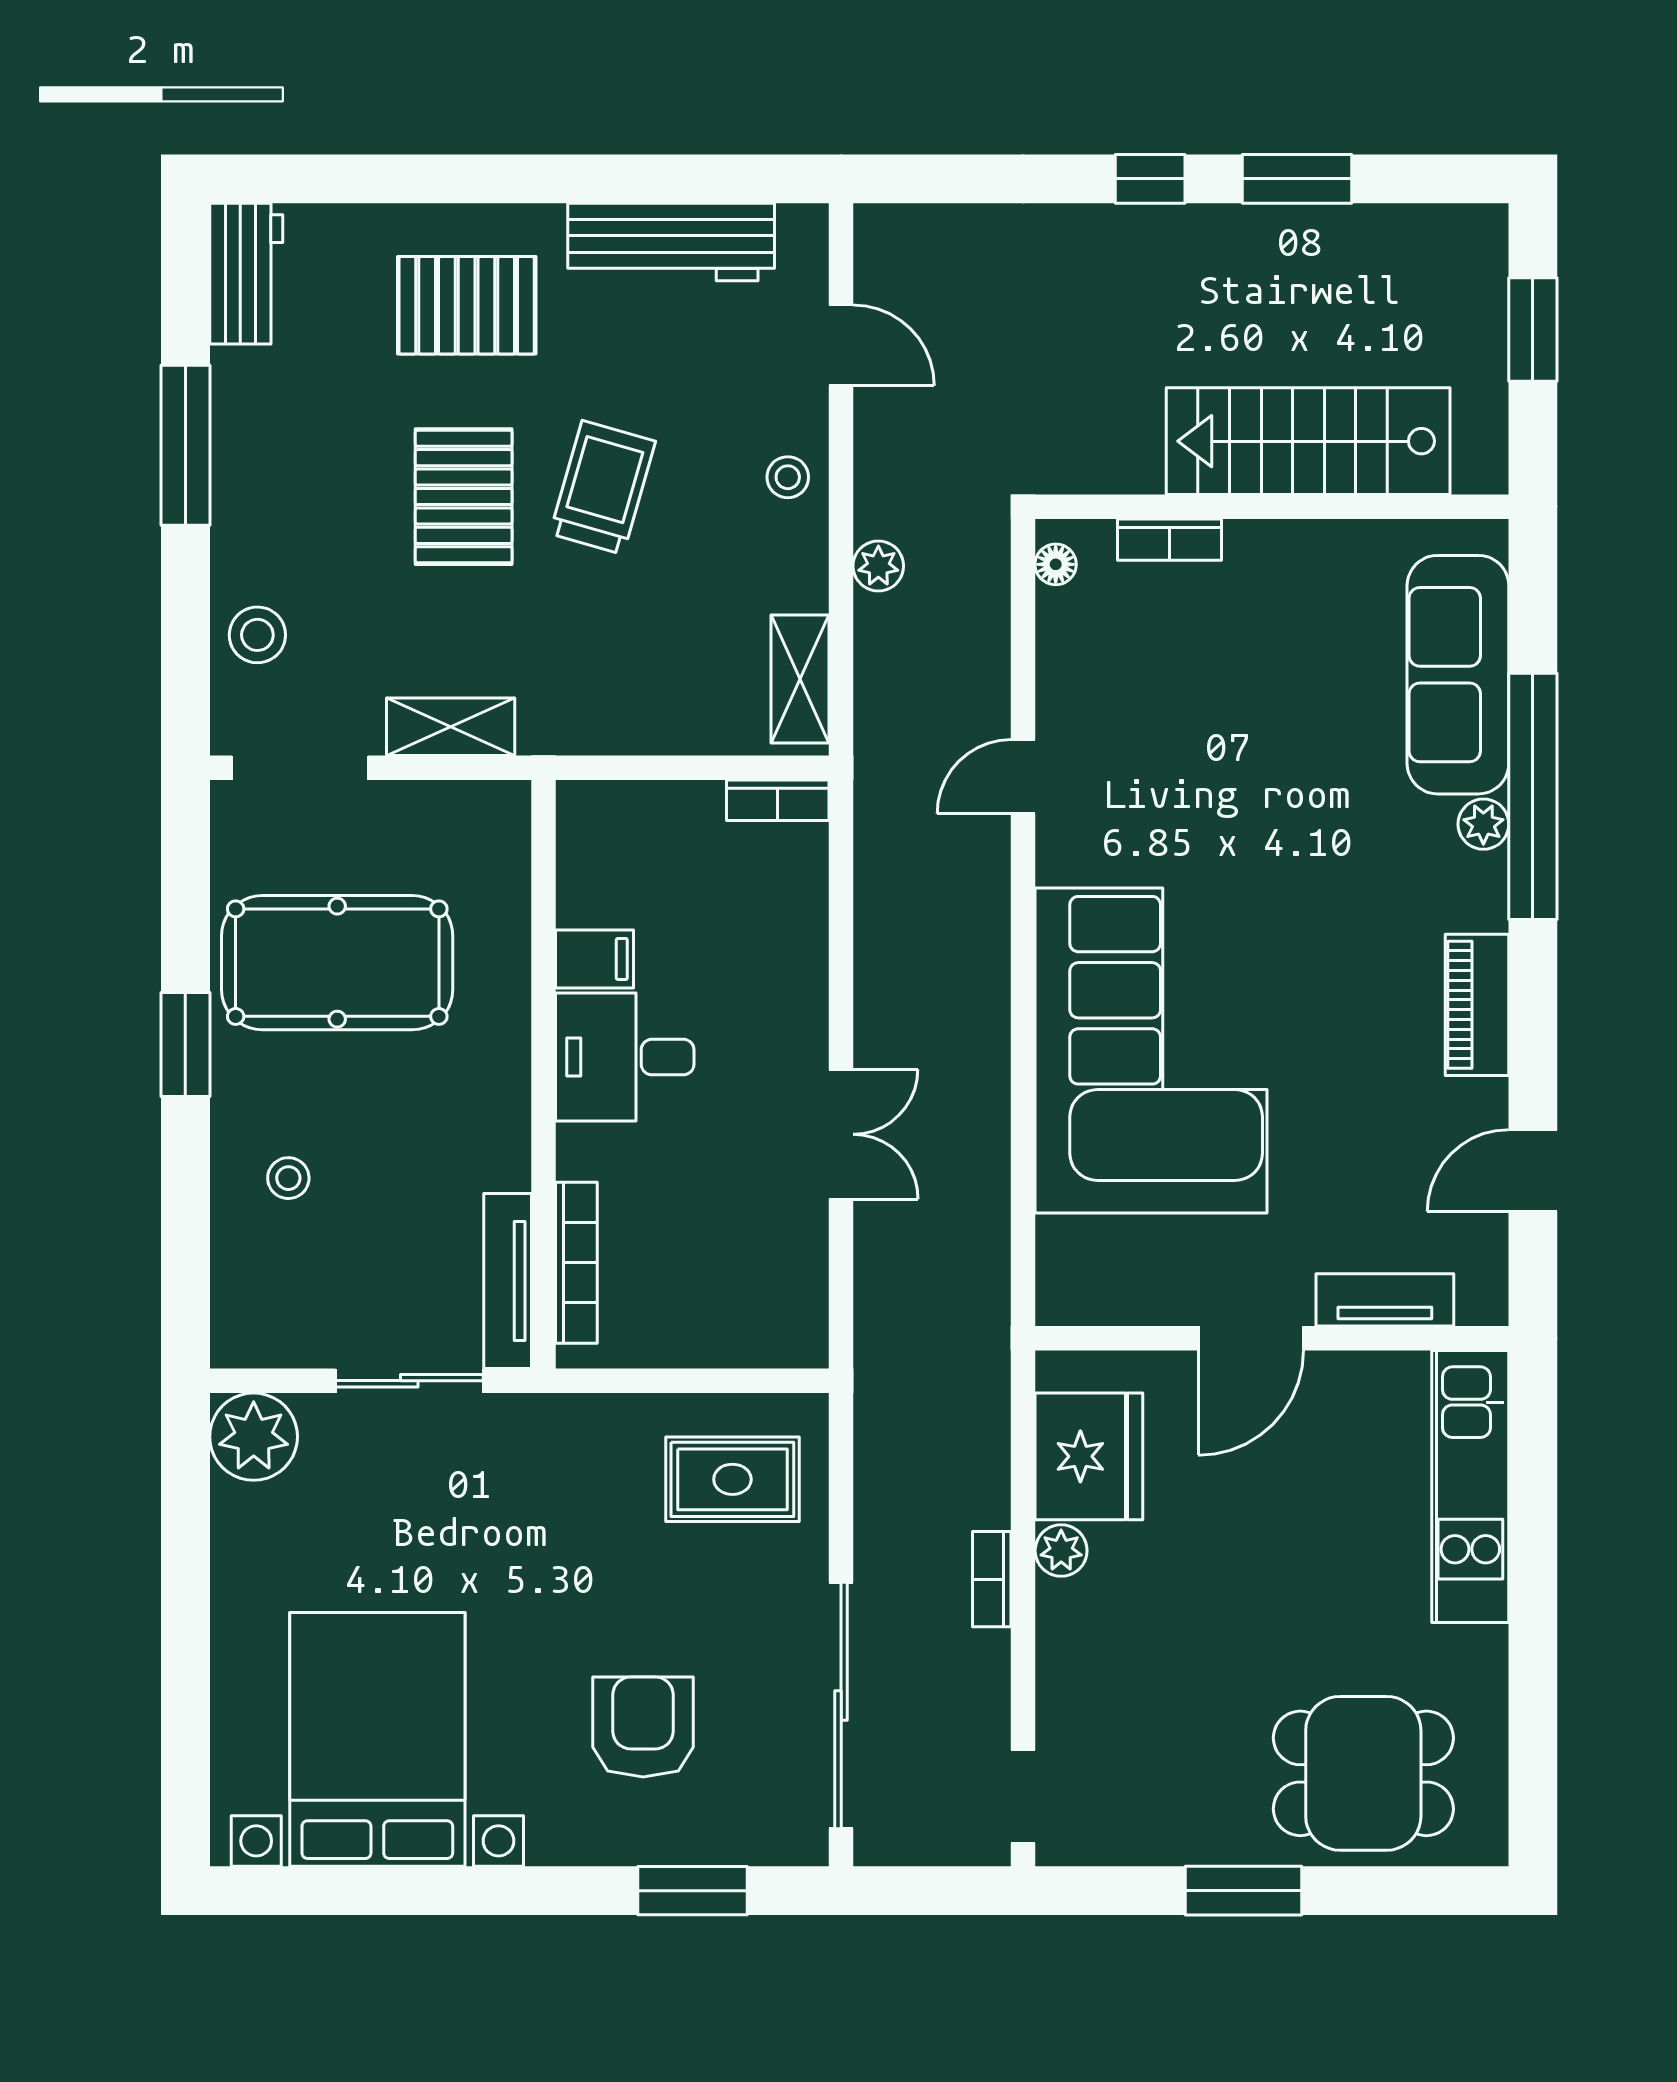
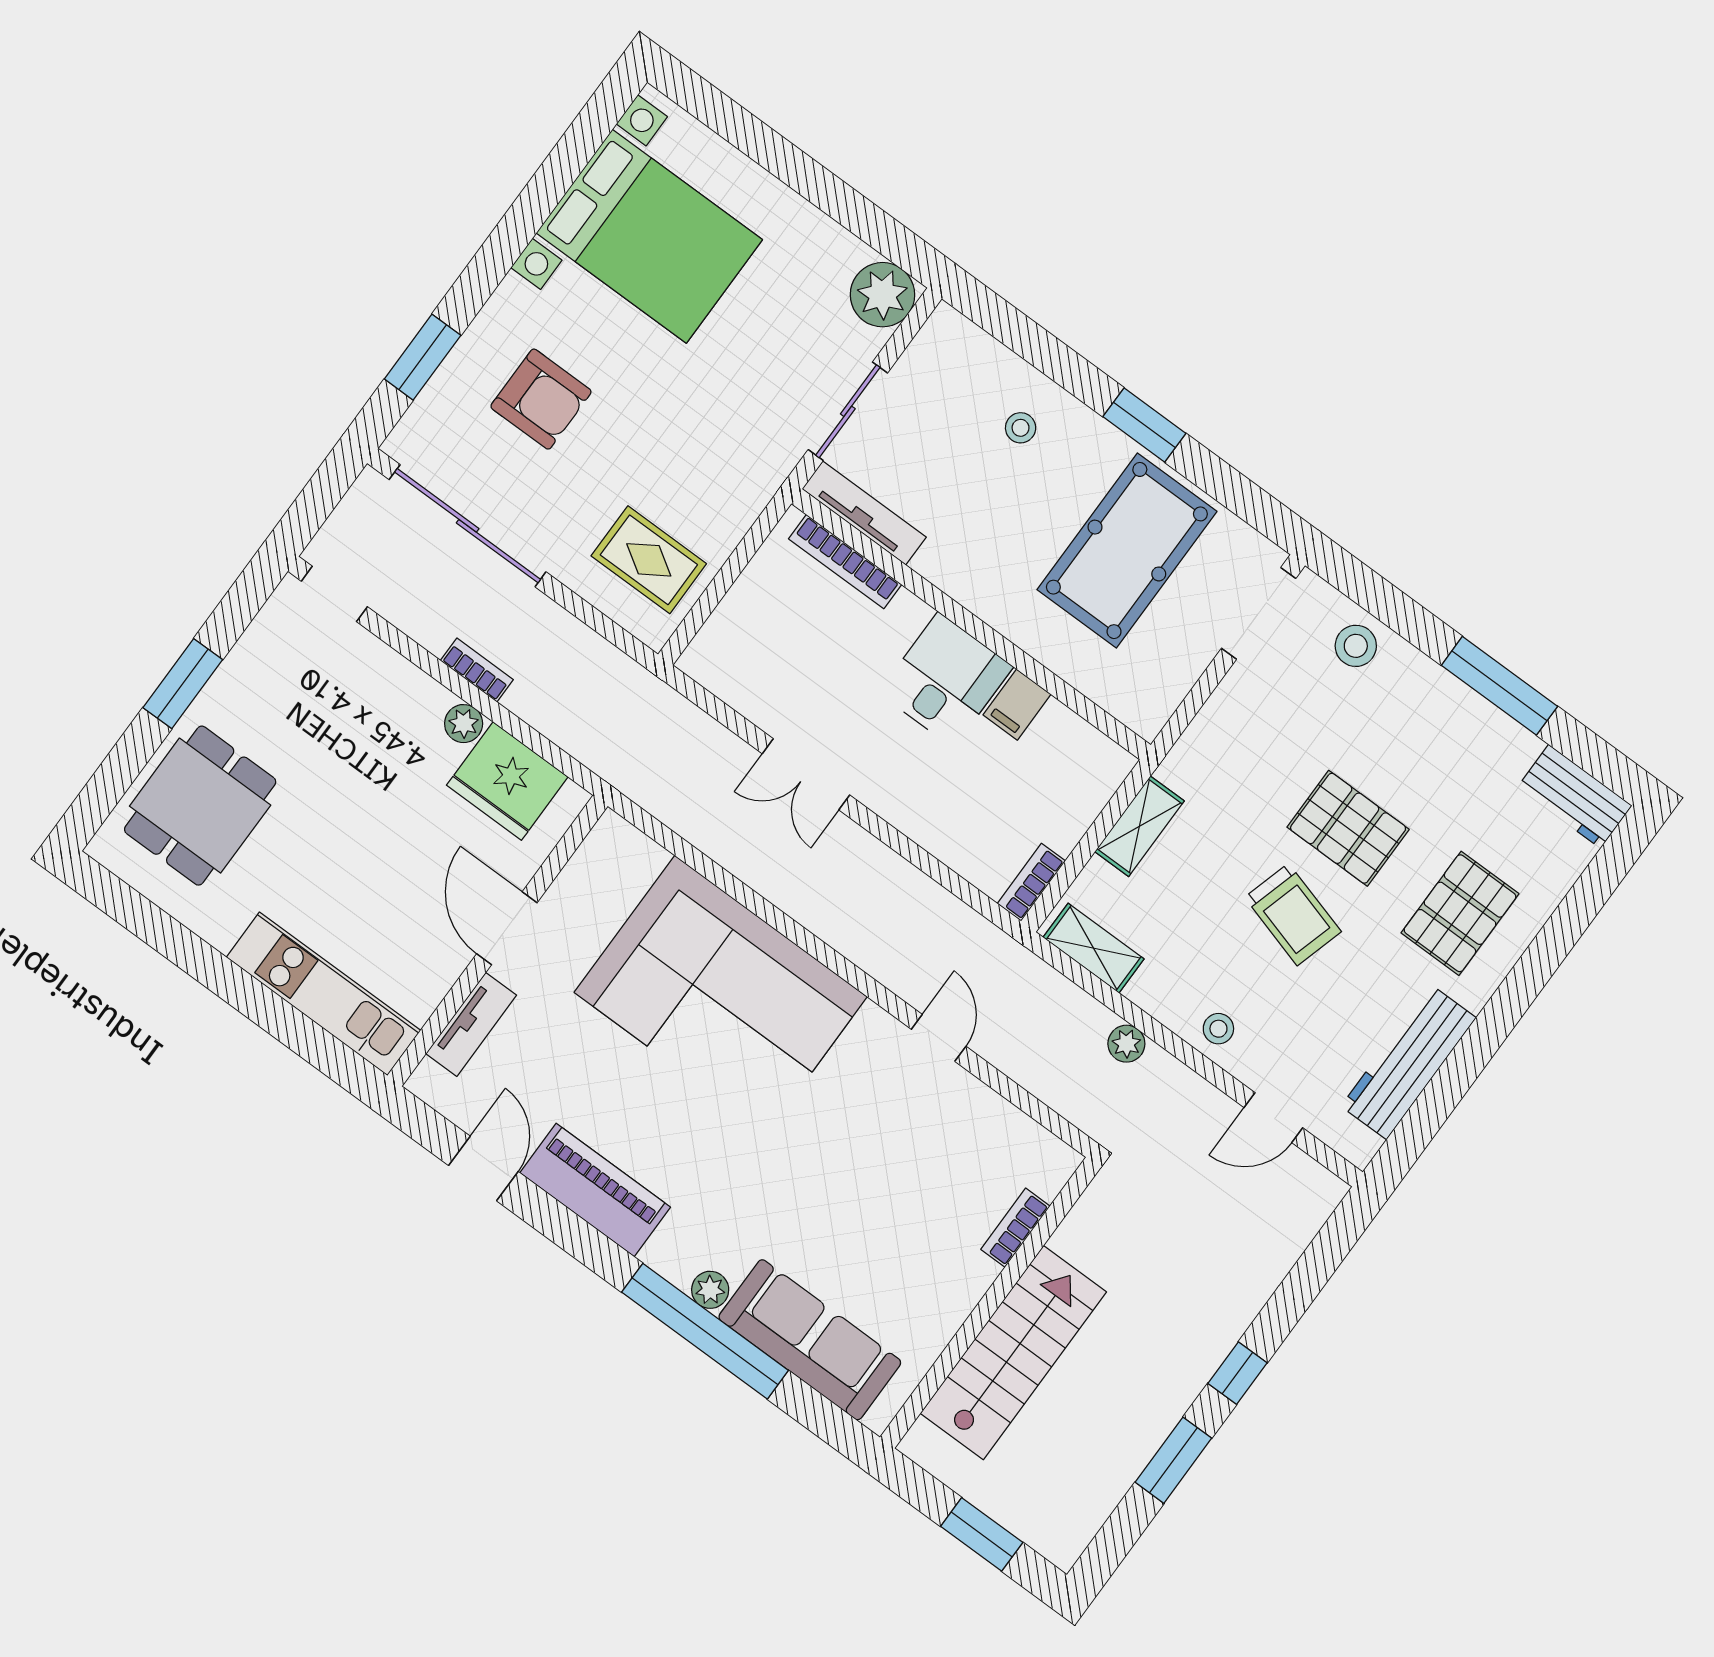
floor lamp: (1056, 564) -> (1050, 1150), removed
shelving: (451, 727) -> (1139, 826), moved
piano: (1477, 1005) -> (595, 1190), width x1.37, depth x1.33
rug: (732, 1479) -> (649, 560), turned 90

